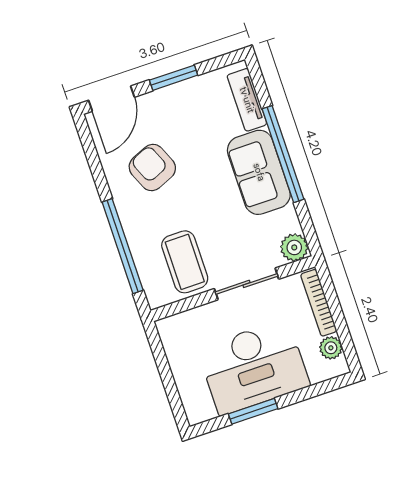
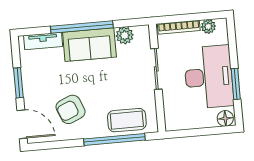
plant: (294, 247) -> (125, 35), moved
coffee table: (185, 262) -> (127, 120), moved
floor lamp: (196, 408) -> (225, 118), added

